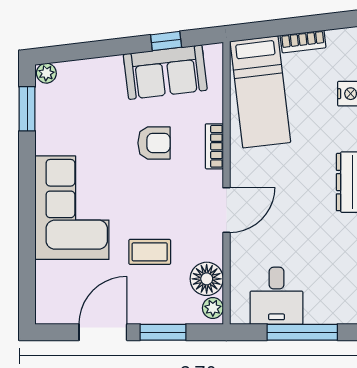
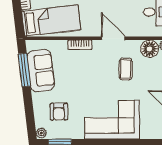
window: (166, 41) -> (24, 70), width x2.17
armchair: (154, 143) -> (59, 112), moved, turned 180
coffee table: (150, 252) -> (126, 69), moved

